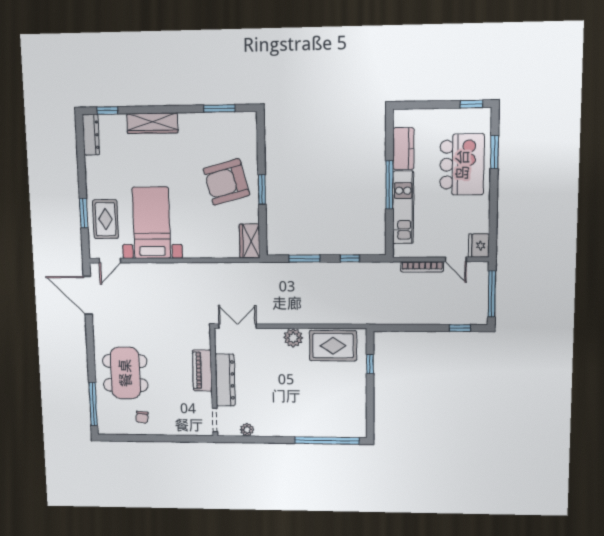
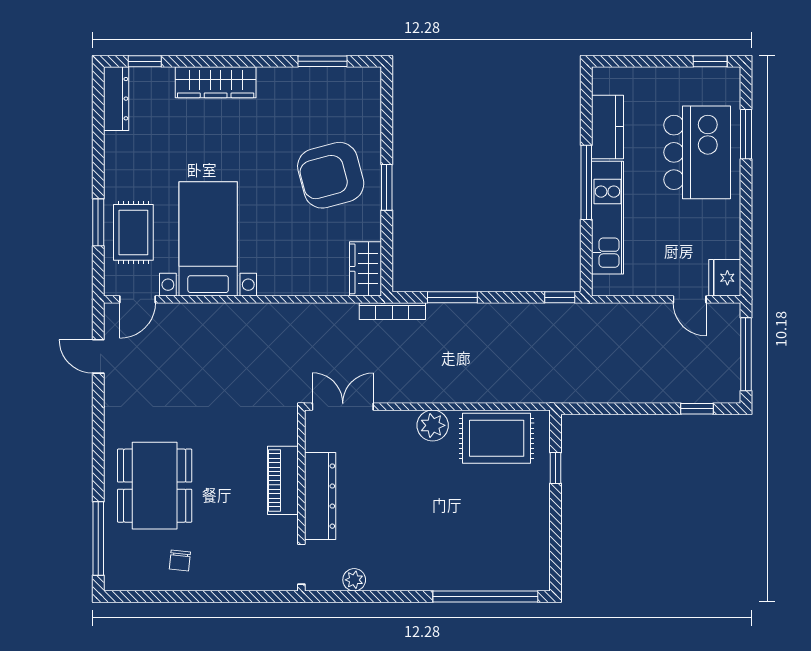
window: (350, 258) -> (560, 297), moved
bookcase: (422, 267) -> (392, 311), moved
door: (88, 295) -> (98, 356), width x0.53

